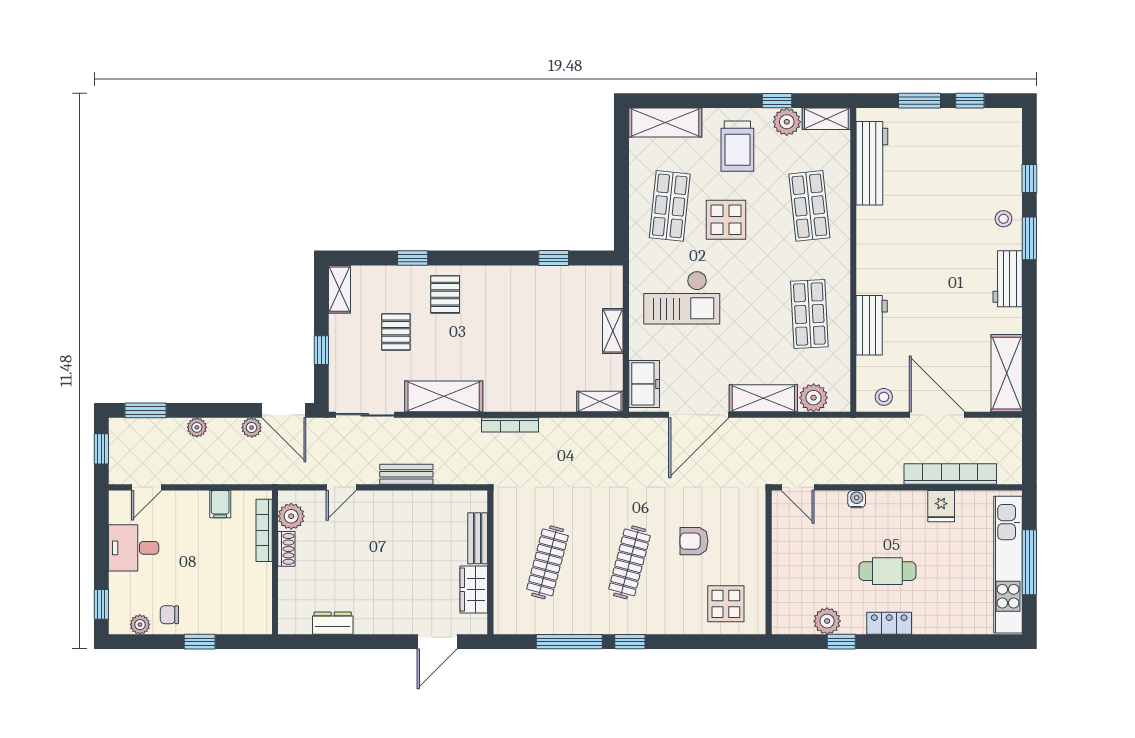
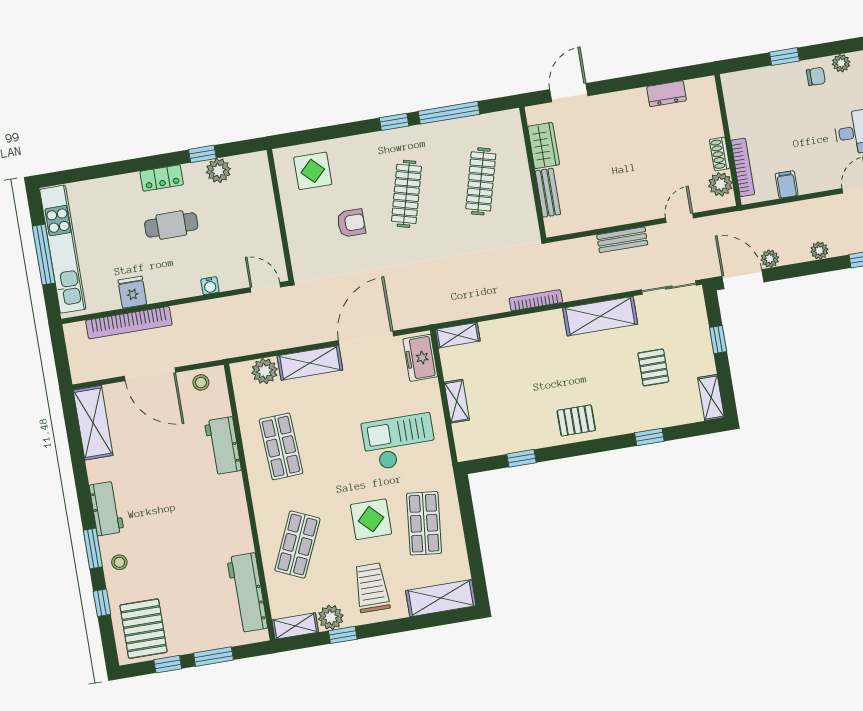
pallet: (989, 143) -> (144, 629), added
shop shelf: (809, 206) -> (297, 544), turned 30
pallet: (445, 294) -> (576, 420), moved, turned 90

